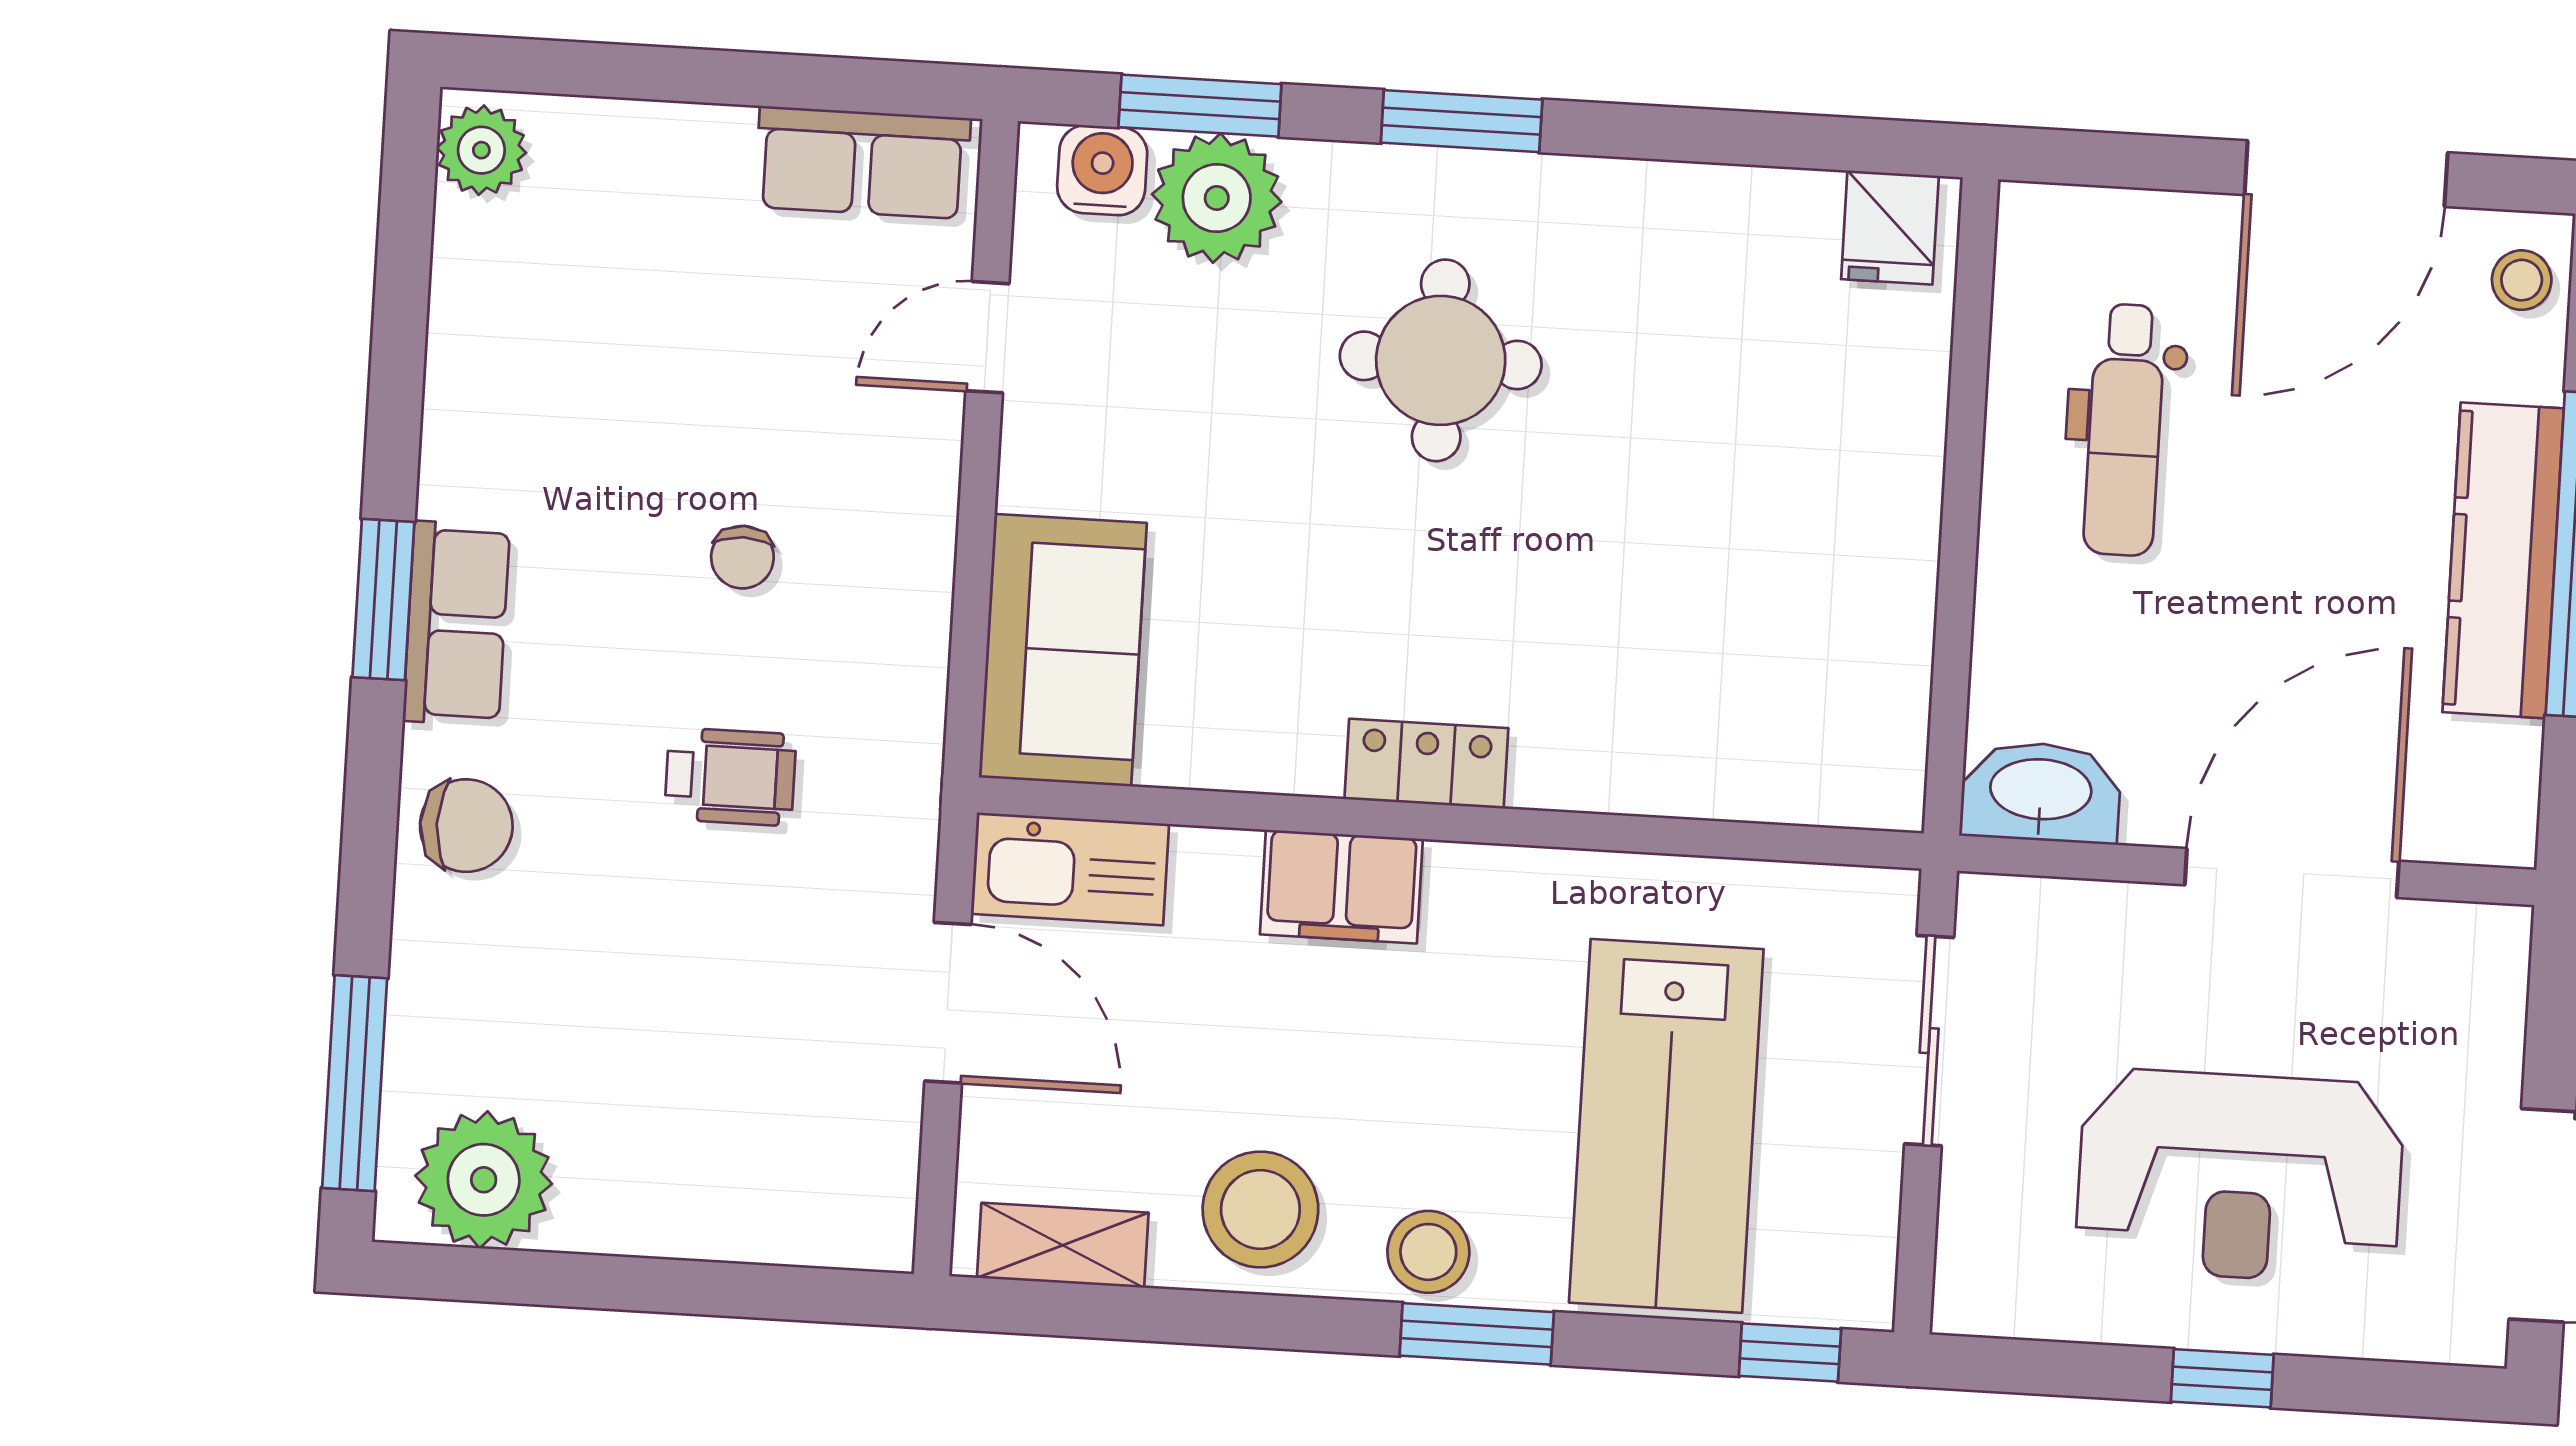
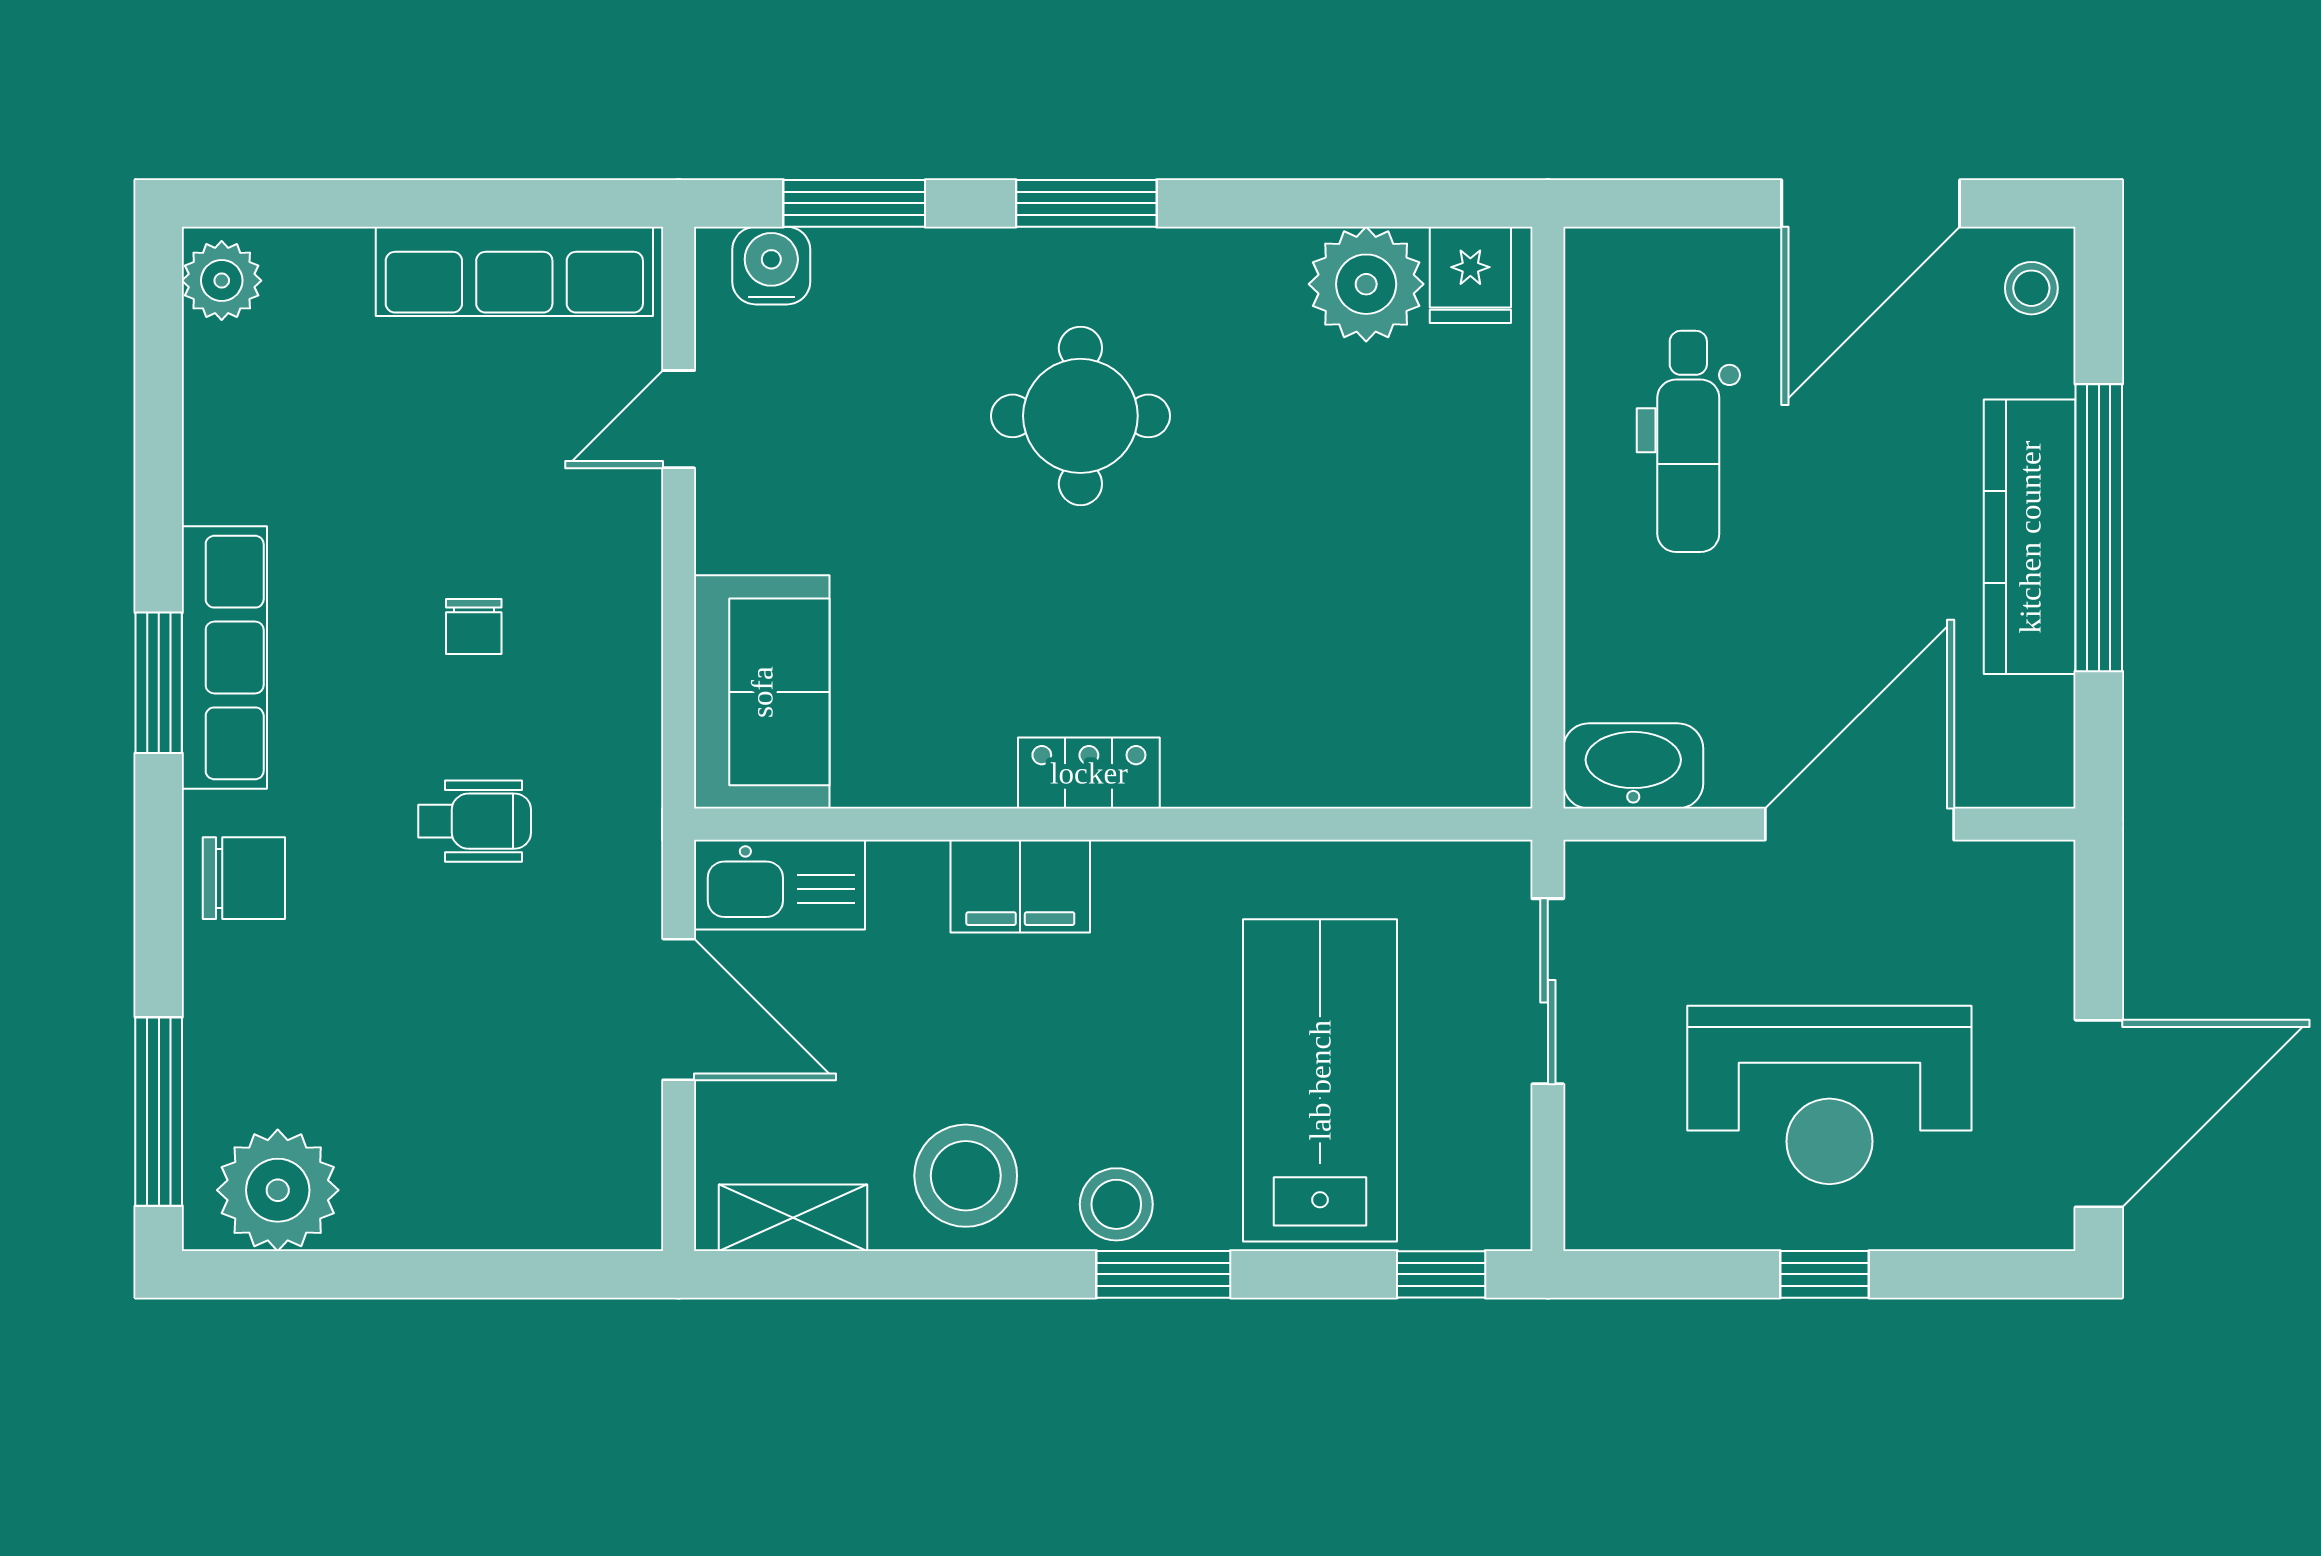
row of seats: (863, 163) -> (514, 271), width x1.48
plant: (1217, 198) -> (1366, 284), moved
row of seats: (456, 623) -> (224, 658), width x1.48
lab bench: (1666, 1126) -> (1320, 1080), turned 180

